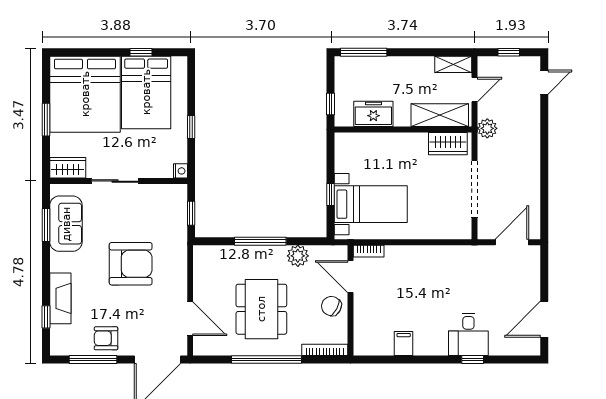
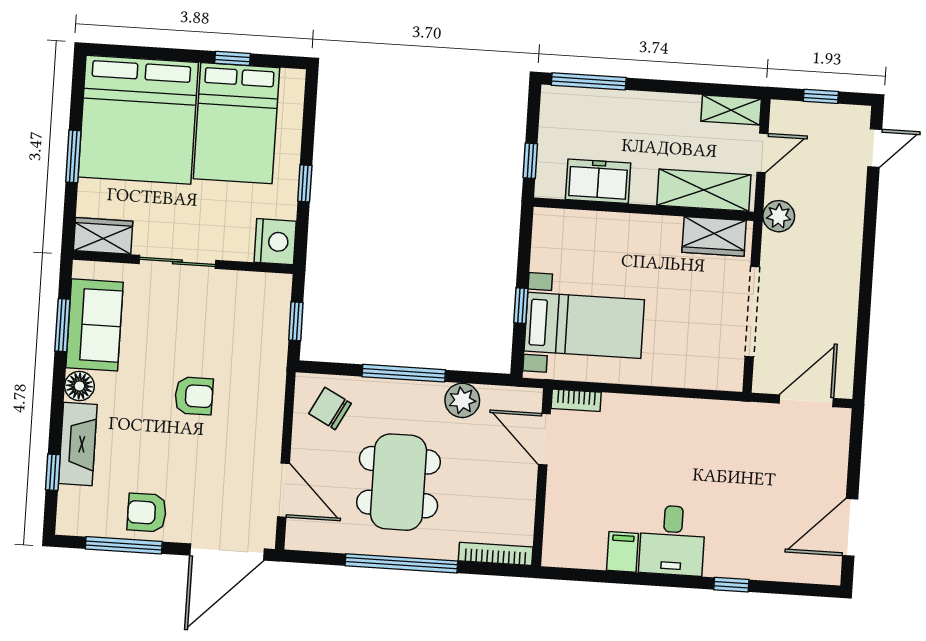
nightstand: (180, 171) -> (275, 242), width x1.89, depth x1.79
floor lamp: (59, 262) -> (79, 386), added
armchair: (131, 264) -> (194, 396), width x0.53, depth x0.53
chair: (331, 306) -> (330, 408), moved
desk: (468, 334) -> (672, 540), moved

